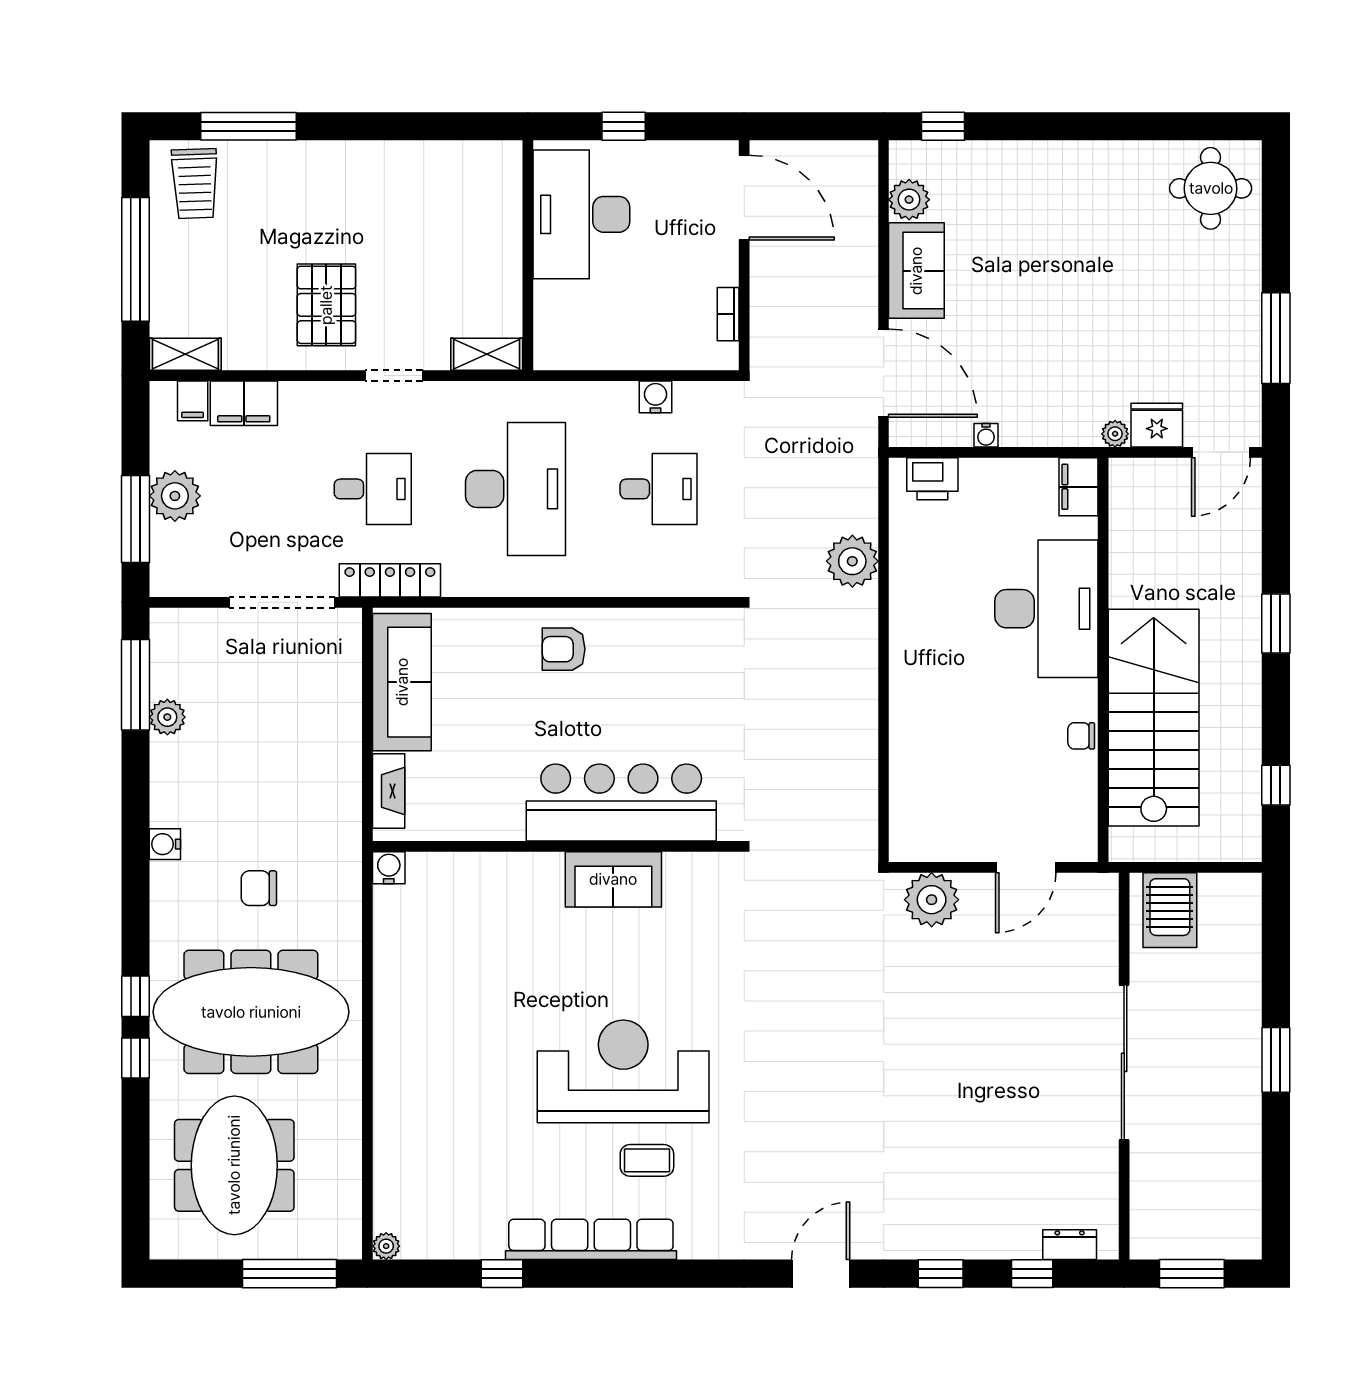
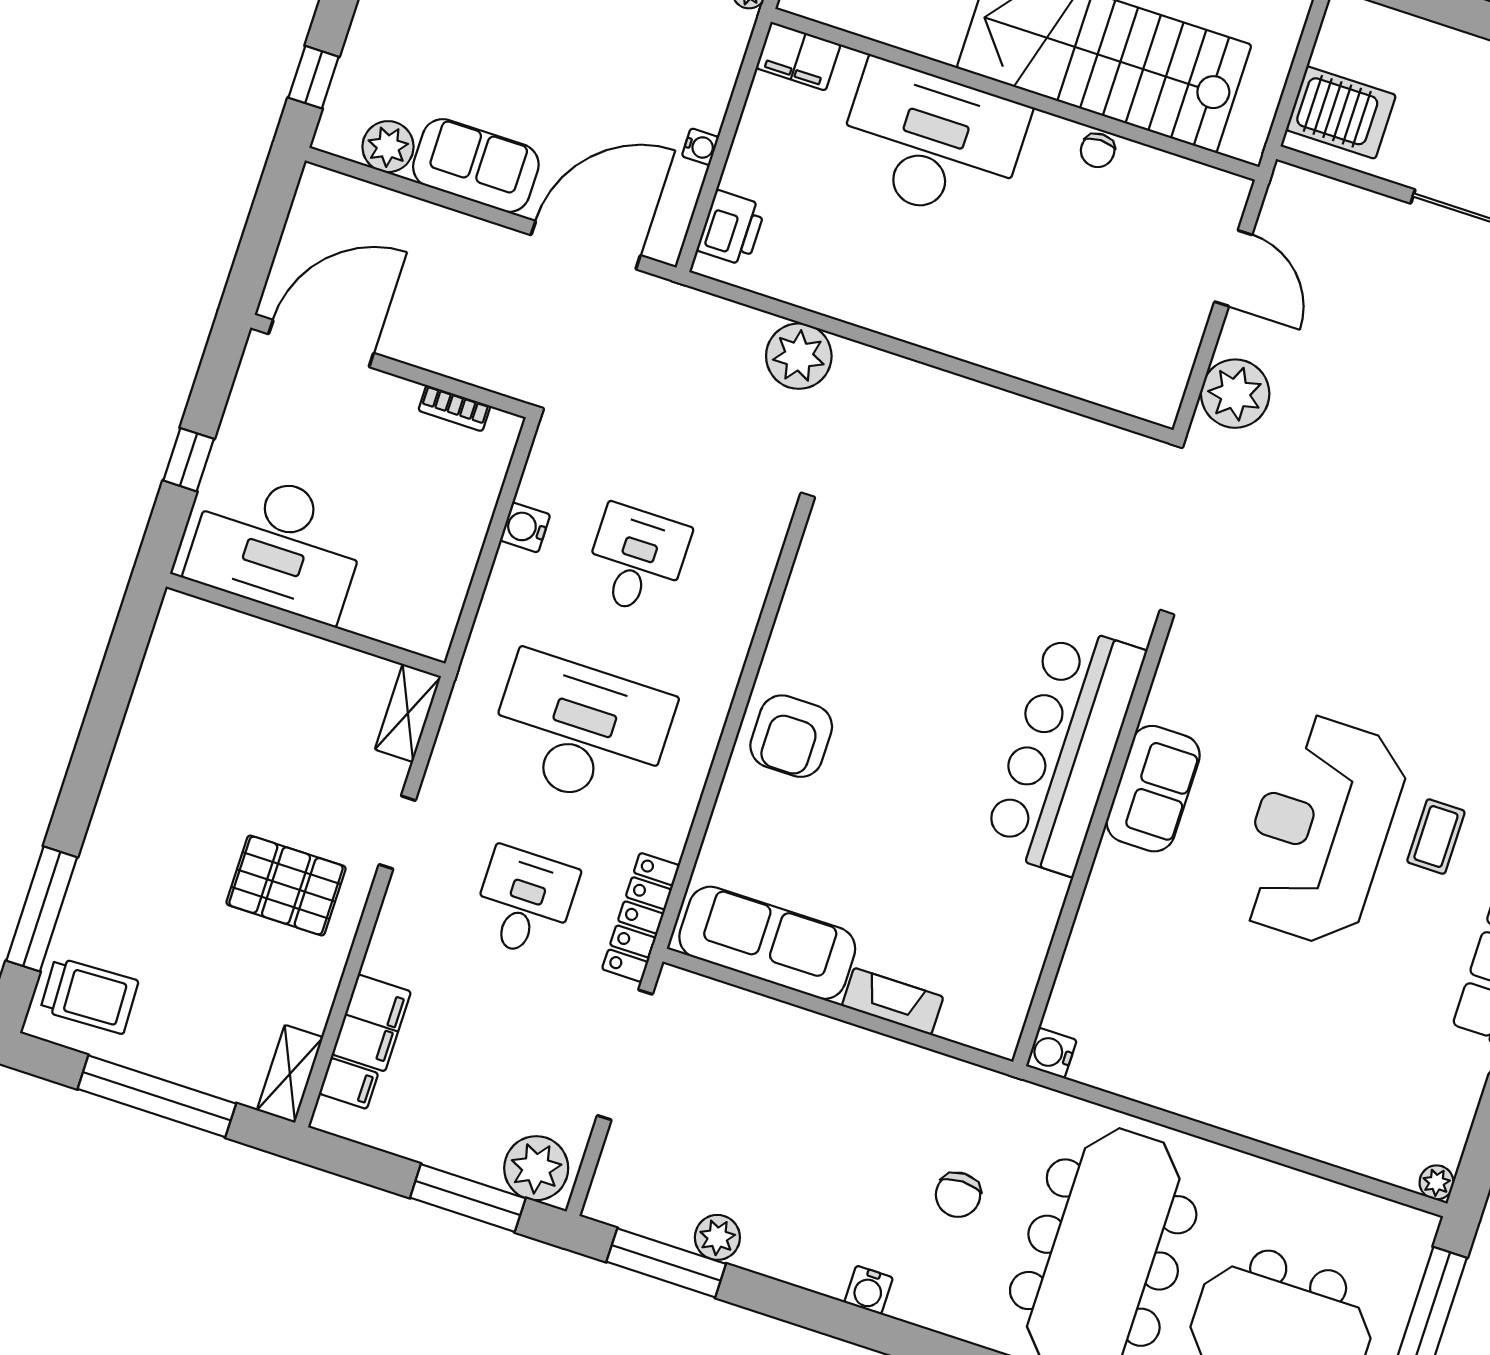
plant: (175, 496) -> (536, 1168), moved
armchair: (564, 649) -> (791, 736), width x1.38, depth x1.38
bar counter: (621, 802) -> (1064, 749), moved
wall: (556, 846) -> (1091, 845), moved
water cooler: (389, 868) -> (1051, 1053), moved
sofa: (613, 879) -> (1153, 789), moved

